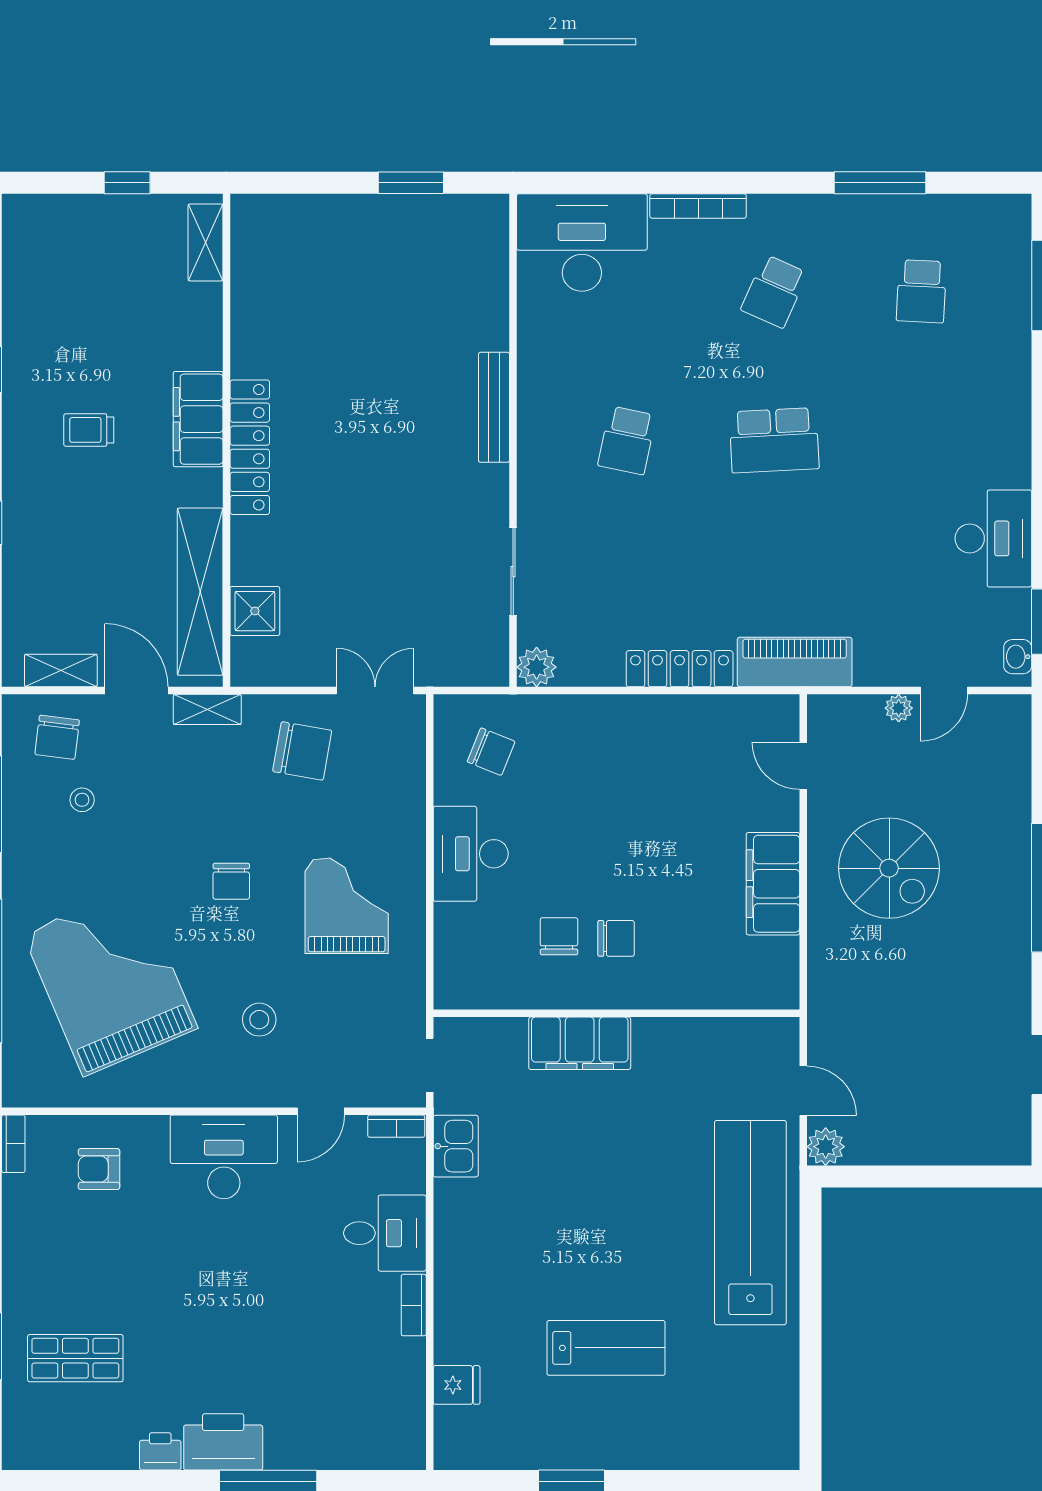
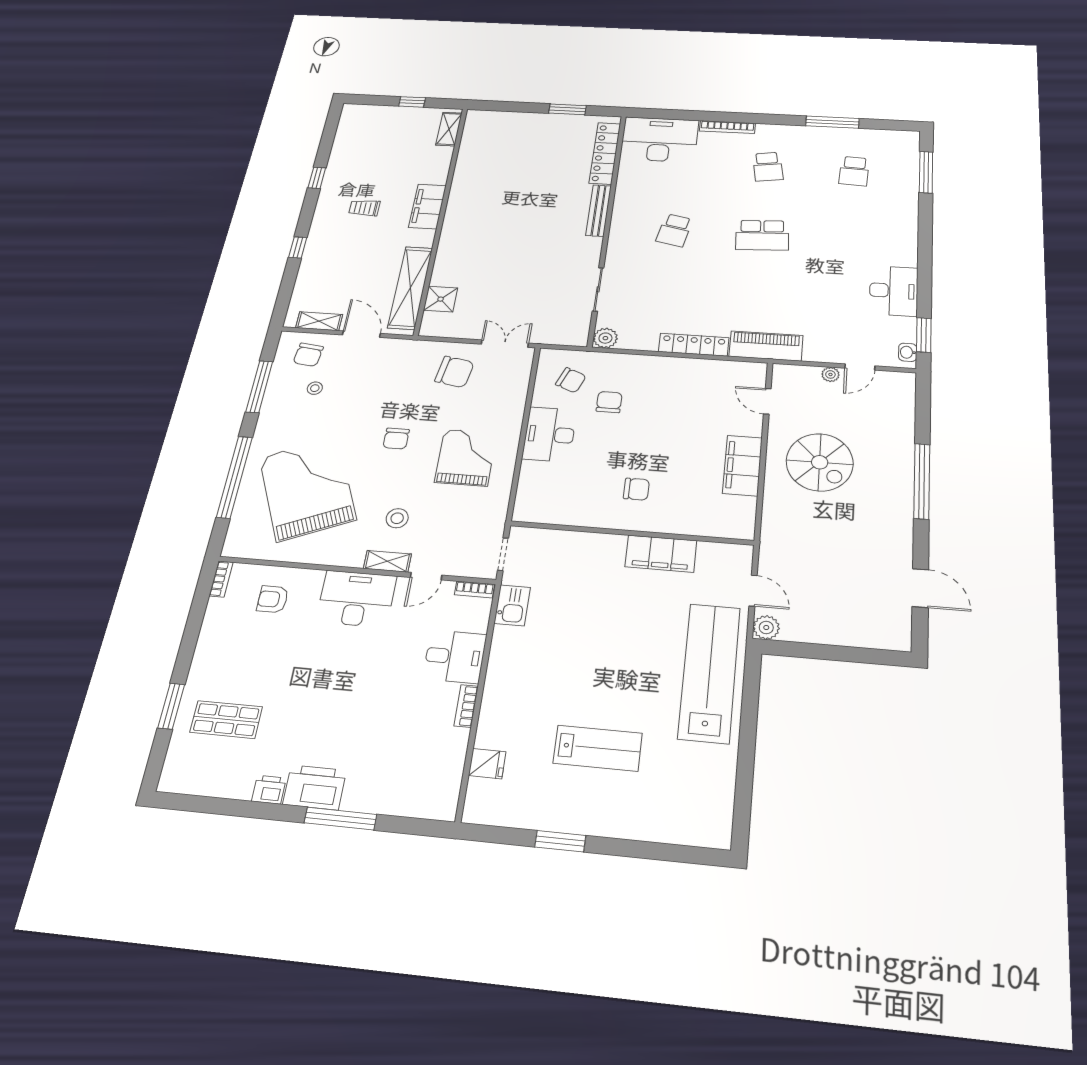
school desk: (774, 291) -> (768, 167), turned -33
locker: (250, 447) -> (605, 153), moved, turned 180
shelving: (207, 709) -> (387, 561), moved
chair: (559, 936) -> (609, 402), moved
filing cabinet: (580, 1043) -> (661, 554), moved

